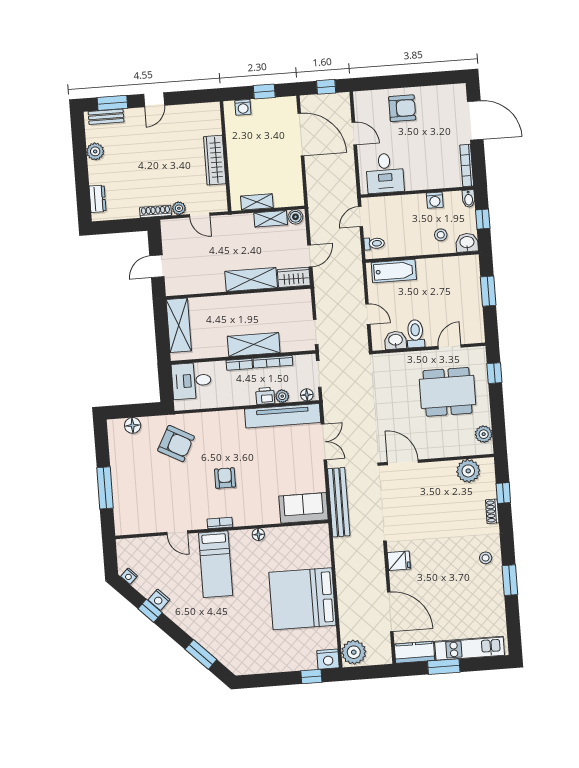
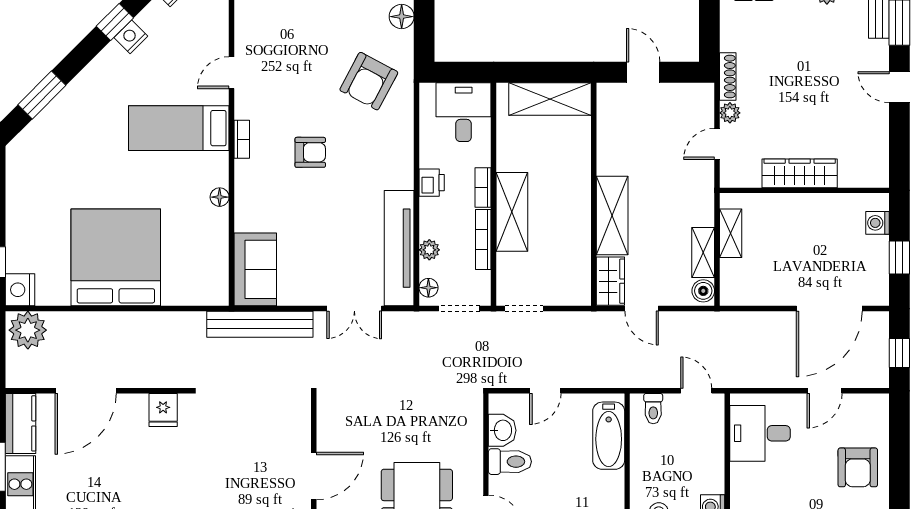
printer: (265, 396) -> (432, 183), moved
door: (403, 462) -> (314, 476), moved

